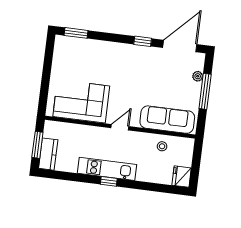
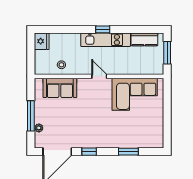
window: (76, 33) -> (128, 152), moved
sofa: (167, 120) -> (60, 88), width x0.73
door: (120, 127) -> (99, 76), swing flipped
kitchen counter: (48, 154) -> (144, 39), moved, turned -90

